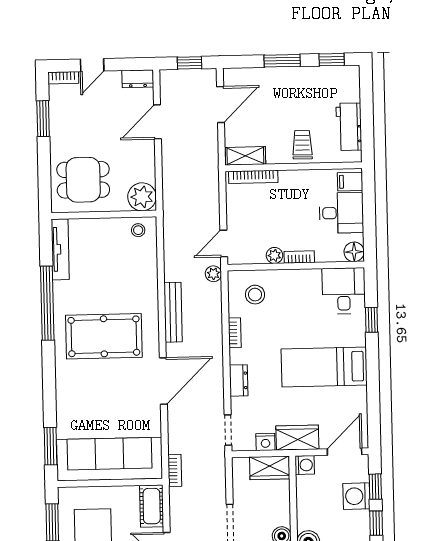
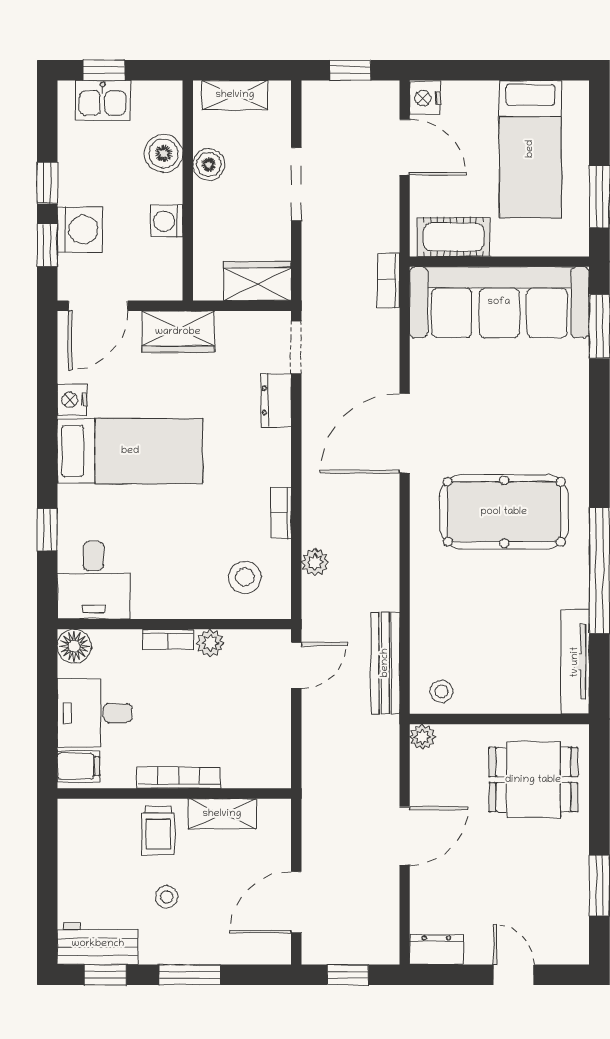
door: (92, 65) -> (514, 975), hinge flipped
bookcase: (63, 78) -> (563, 954), removed
stool: (297, 106) -> (167, 897), added
door: (157, 122) -> (405, 836), moved
workbench: (349, 127) -> (98, 944), moved, turned -90
shelving: (245, 156) -> (222, 814), moved
bookcase: (253, 177) -> (179, 778), moved
plant: (142, 197) -> (423, 737), width x0.53, depth x0.53
plant: (213, 274) -> (315, 562), moved
bench: (173, 312) -> (385, 663), moved
dresser: (239, 380) -> (276, 400), moved
nightstand: (265, 442) -> (72, 400), moved, turned -90
washing machine: (305, 465) -> (167, 221), moved
wardrobe: (270, 468) -> (257, 281), moved
cot: (152, 506) -> (454, 237), moved, turned 90

